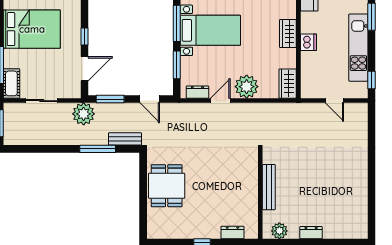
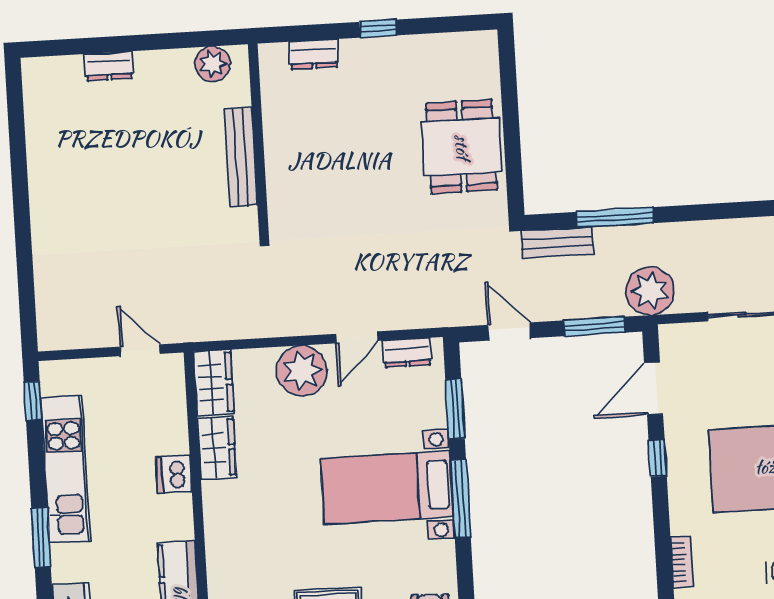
wardrobe: (288, 34) -> (217, 448), moved
door: (334, 101) -> (140, 350), moved
dresser: (311, 233) -> (109, 66), moved

